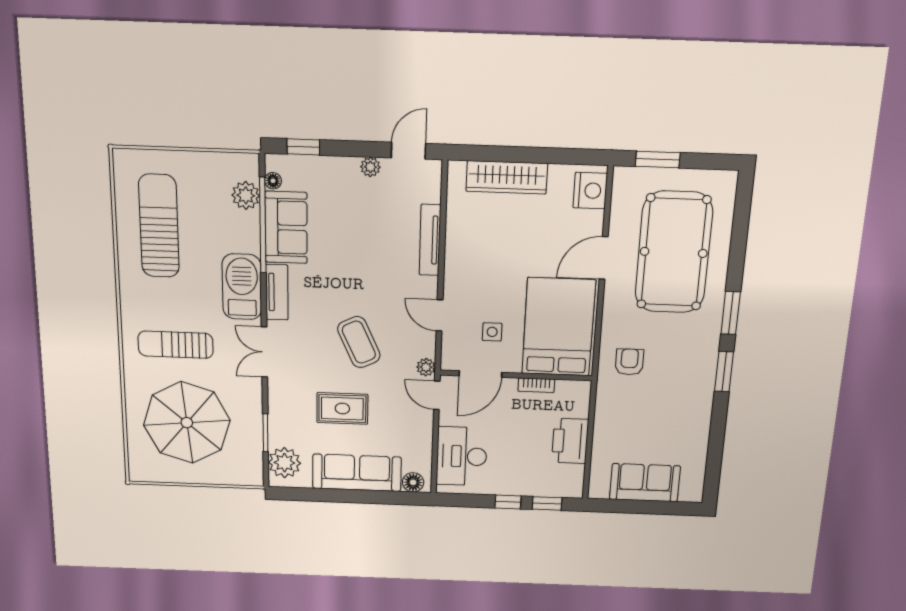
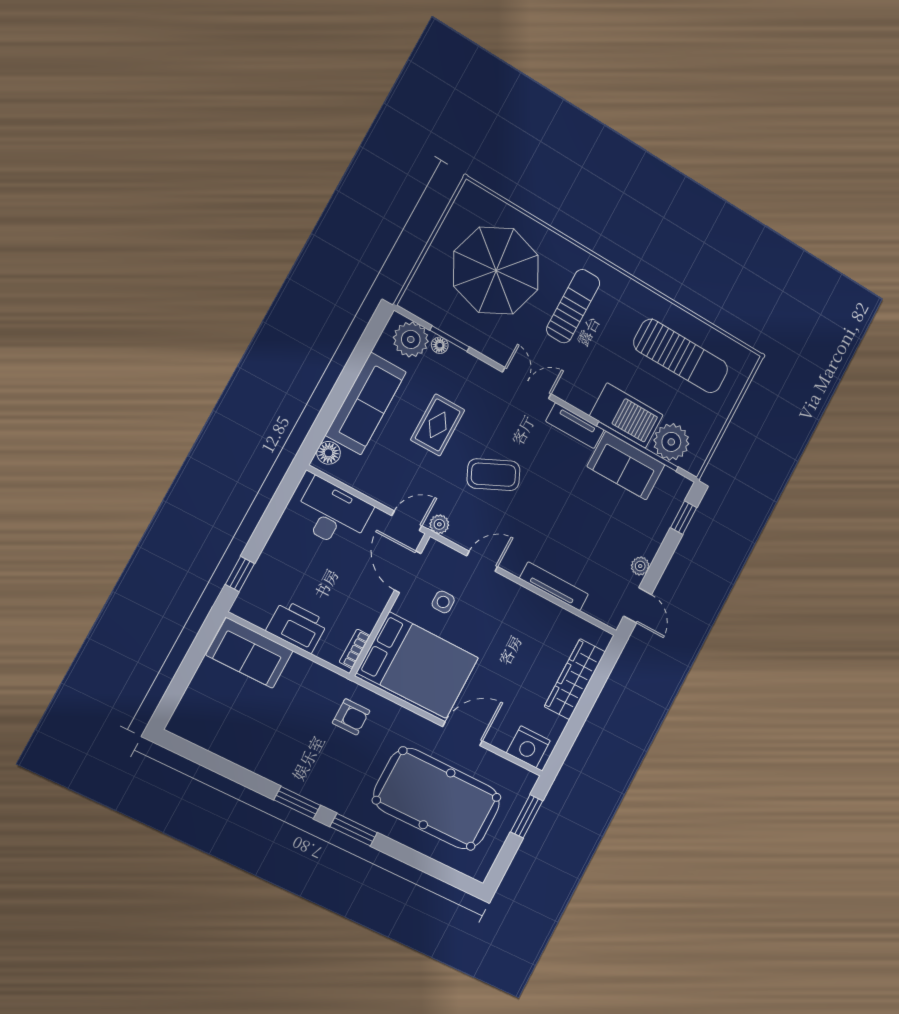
floor lamp: (273, 181) -> (440, 345), moved
plant: (246, 195) -> (671, 442), width x1.36, depth x1.36
door: (604, 258) -> (463, 734), hinge flipped
barbecue: (242, 287) -> (626, 415), moved
bookcase: (536, 385) -> (355, 649), moved
sofa: (645, 483) -> (250, 653), moved, turned 90
window: (508, 502) -> (261, 536), removed

